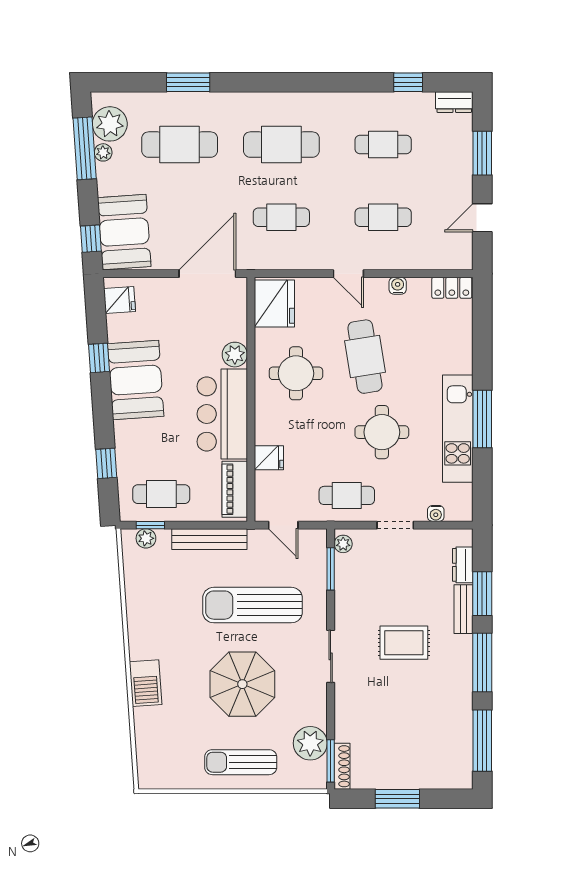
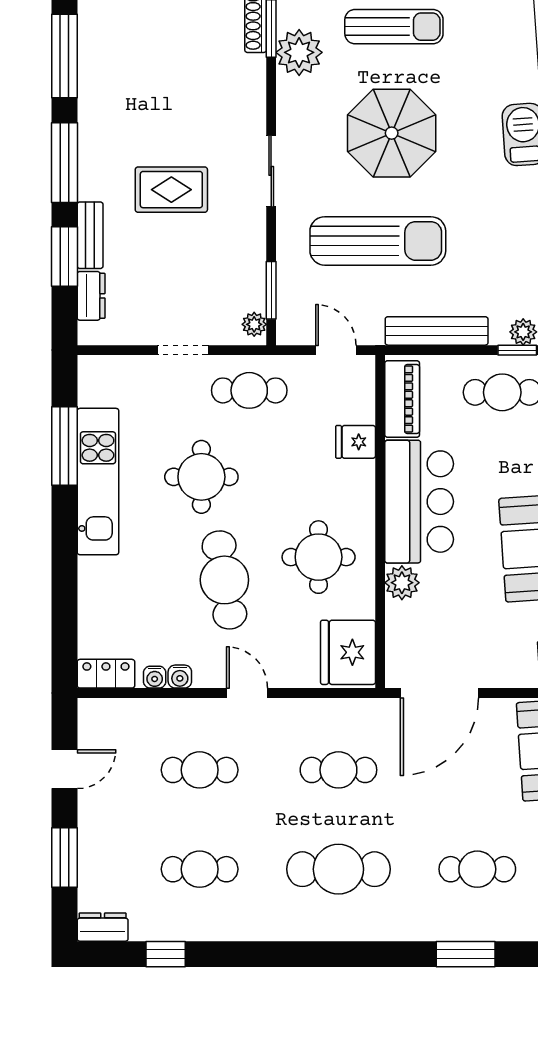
cafe table: (180, 145) -> (477, 869), width x0.73, depth x0.74
window: (482, 419) -> (64, 446), moved
water cooler: (436, 513) -> (155, 677), moved, turned 180

